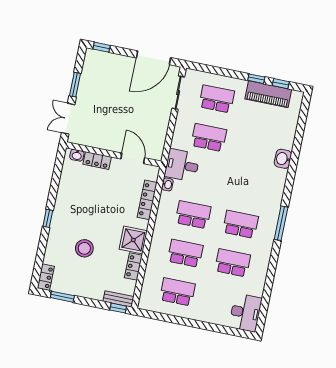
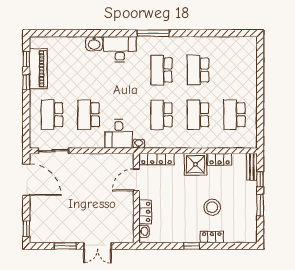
wall: (114, 154) -> (136, 198), moved
washbasin: (77, 155) -> (144, 231), moved
door: (133, 158) -> (136, 180), moved
locker: (97, 161) -> (145, 212), moved
locker: (46, 277) -> (212, 237), moved
window: (62, 297) -> (260, 205), moved
window: (118, 308) -> (260, 179), moved
desk: (245, 313) -> (120, 49), moved

